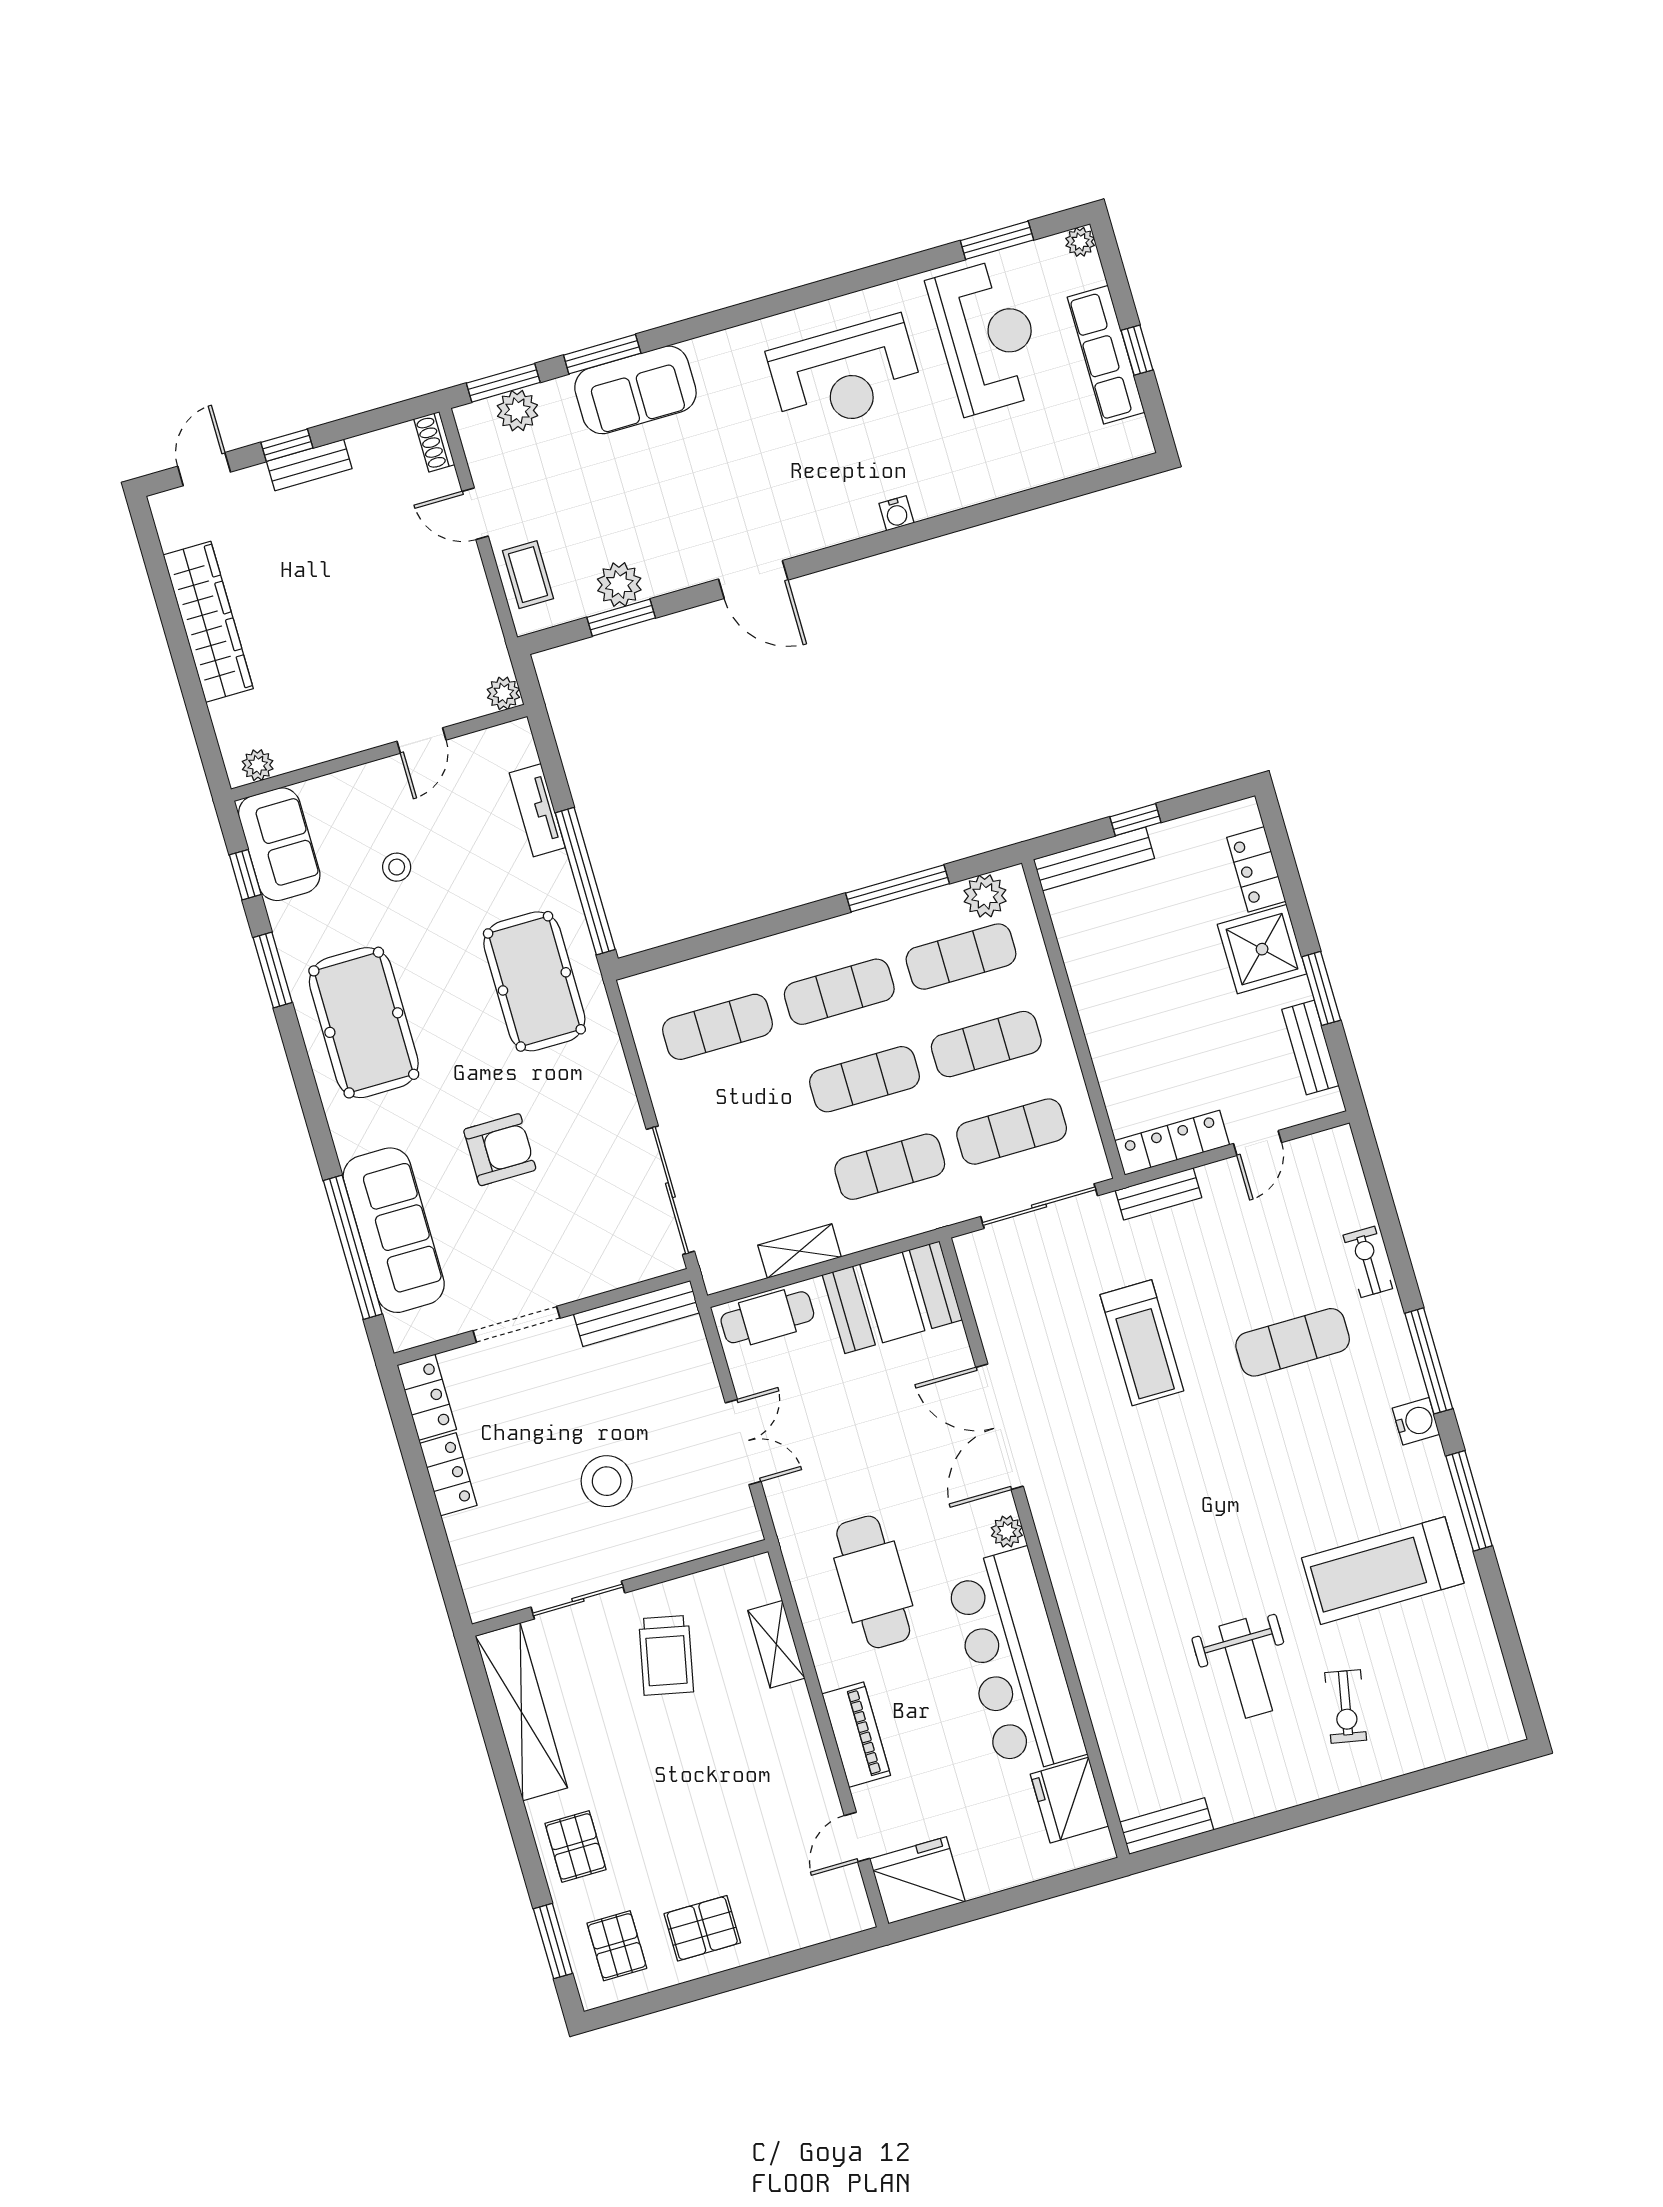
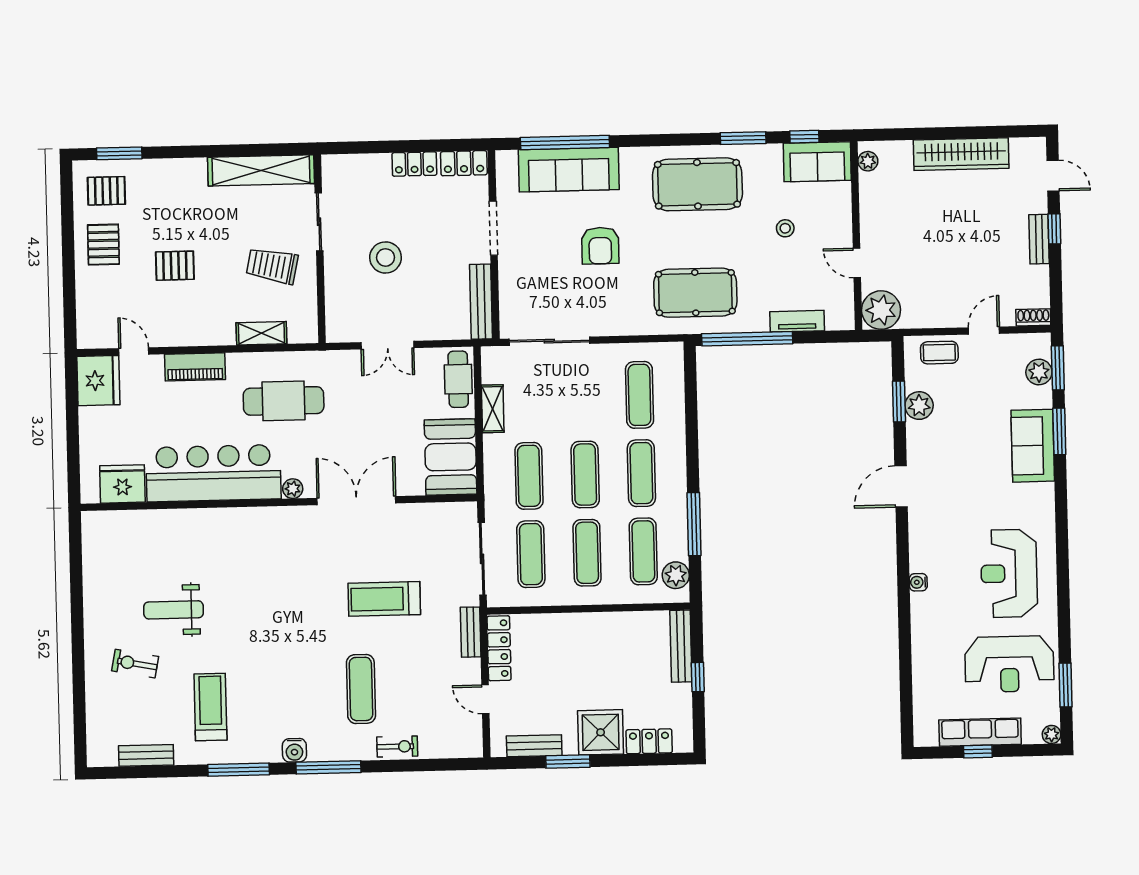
plant: (503, 693) -> (881, 310), width x1.87, depth x1.87
treadmill: (1383, 1571) -> (210, 707), width x0.73, depth x0.73
bench: (1167, 1826) -> (146, 755), moved, turned 90
pallet: (576, 1846) -> (175, 266), moved

